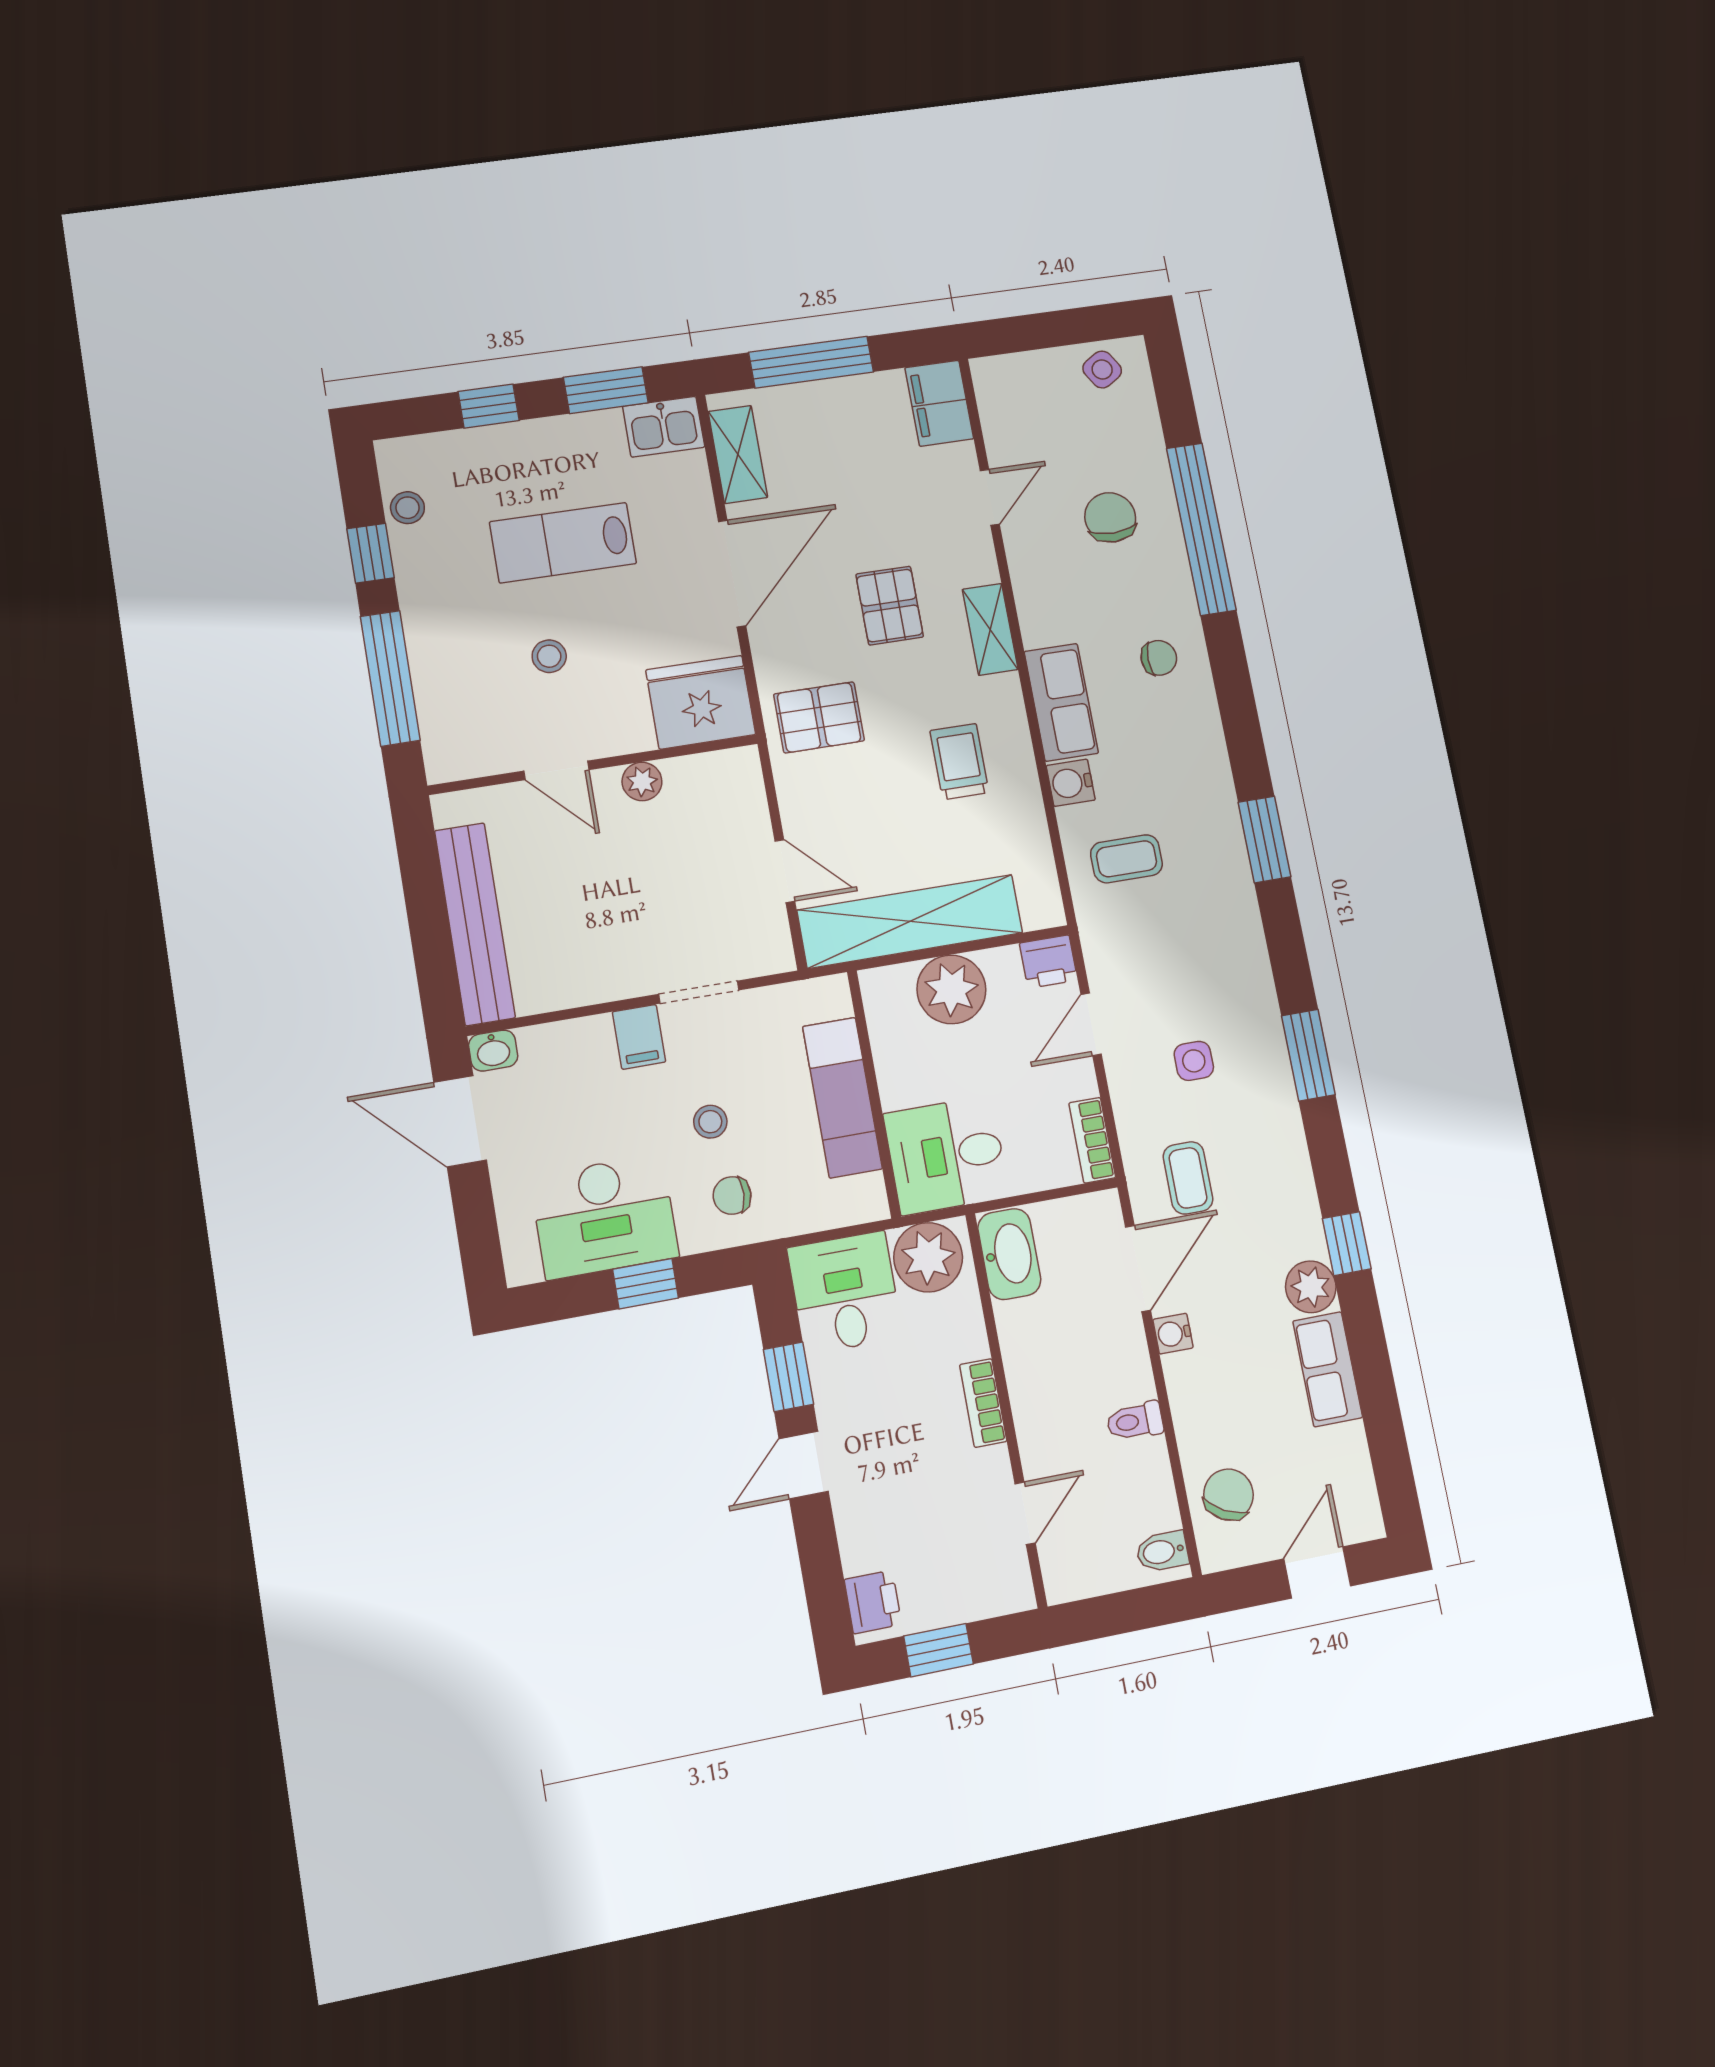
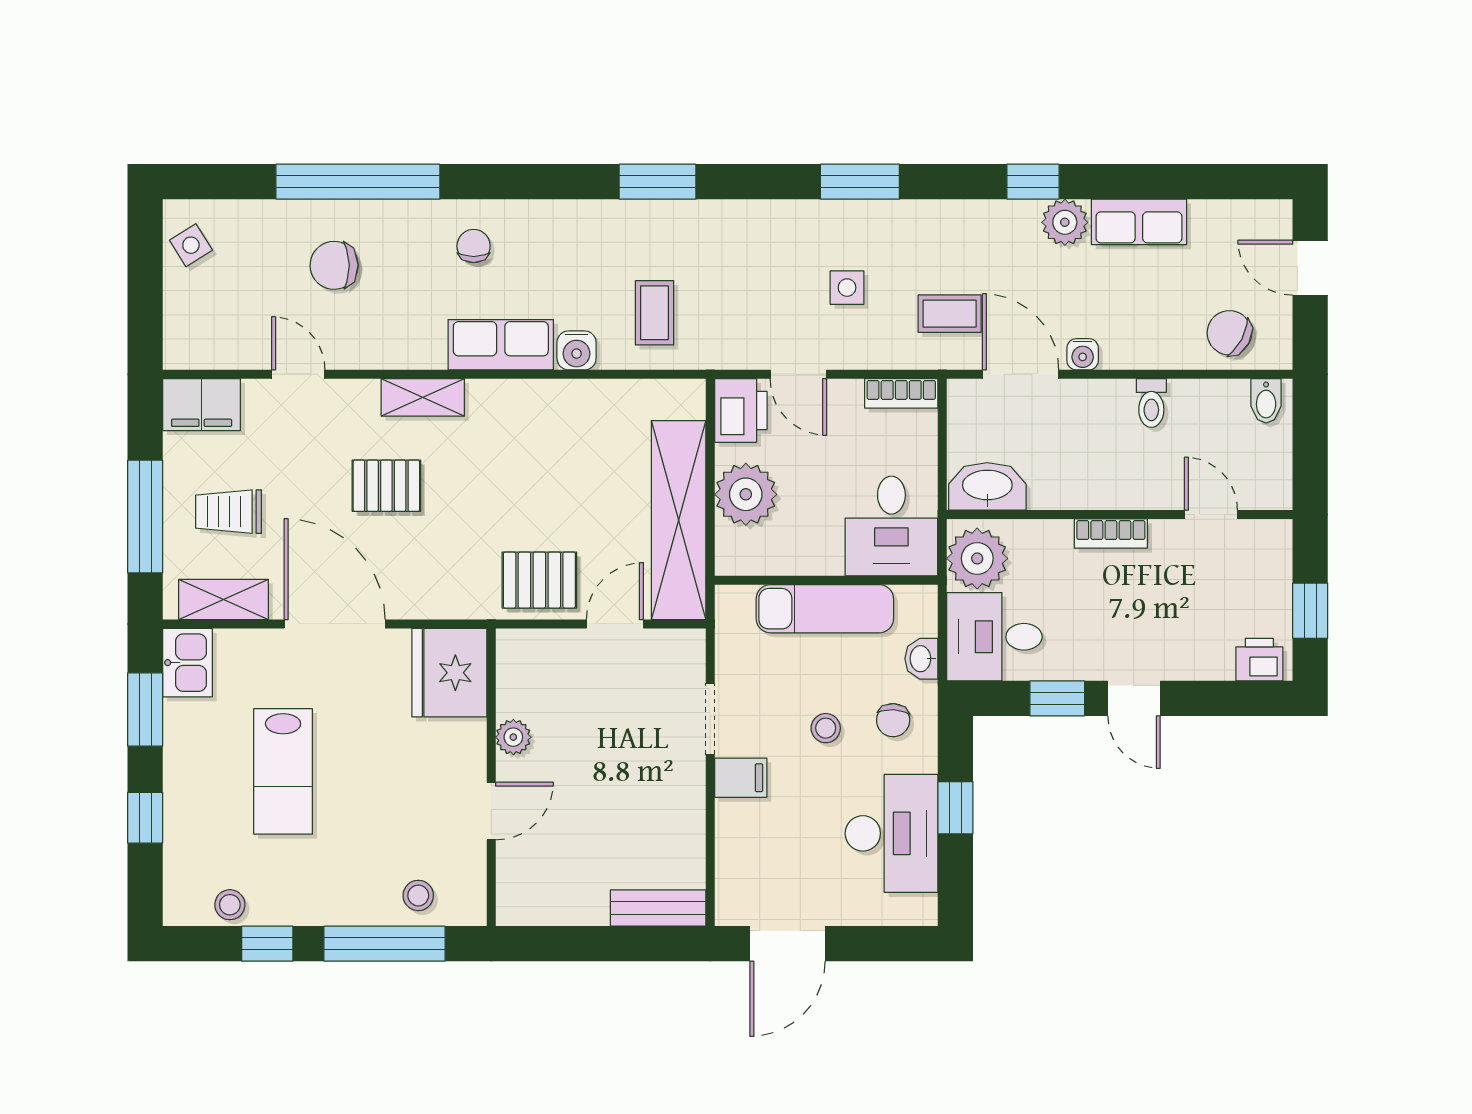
stool: (549, 656) -> (418, 895), moved
pallet: (819, 717) -> (539, 580), moved, turned 90
trolley: (959, 762) -> (229, 512), moved
bench: (475, 924) -> (658, 908), width x0.54, depth x0.82
printer: (1048, 962) -> (741, 411), width x1.36, depth x1.24
washbasin: (493, 1051) -> (921, 659), moved, turned 180

